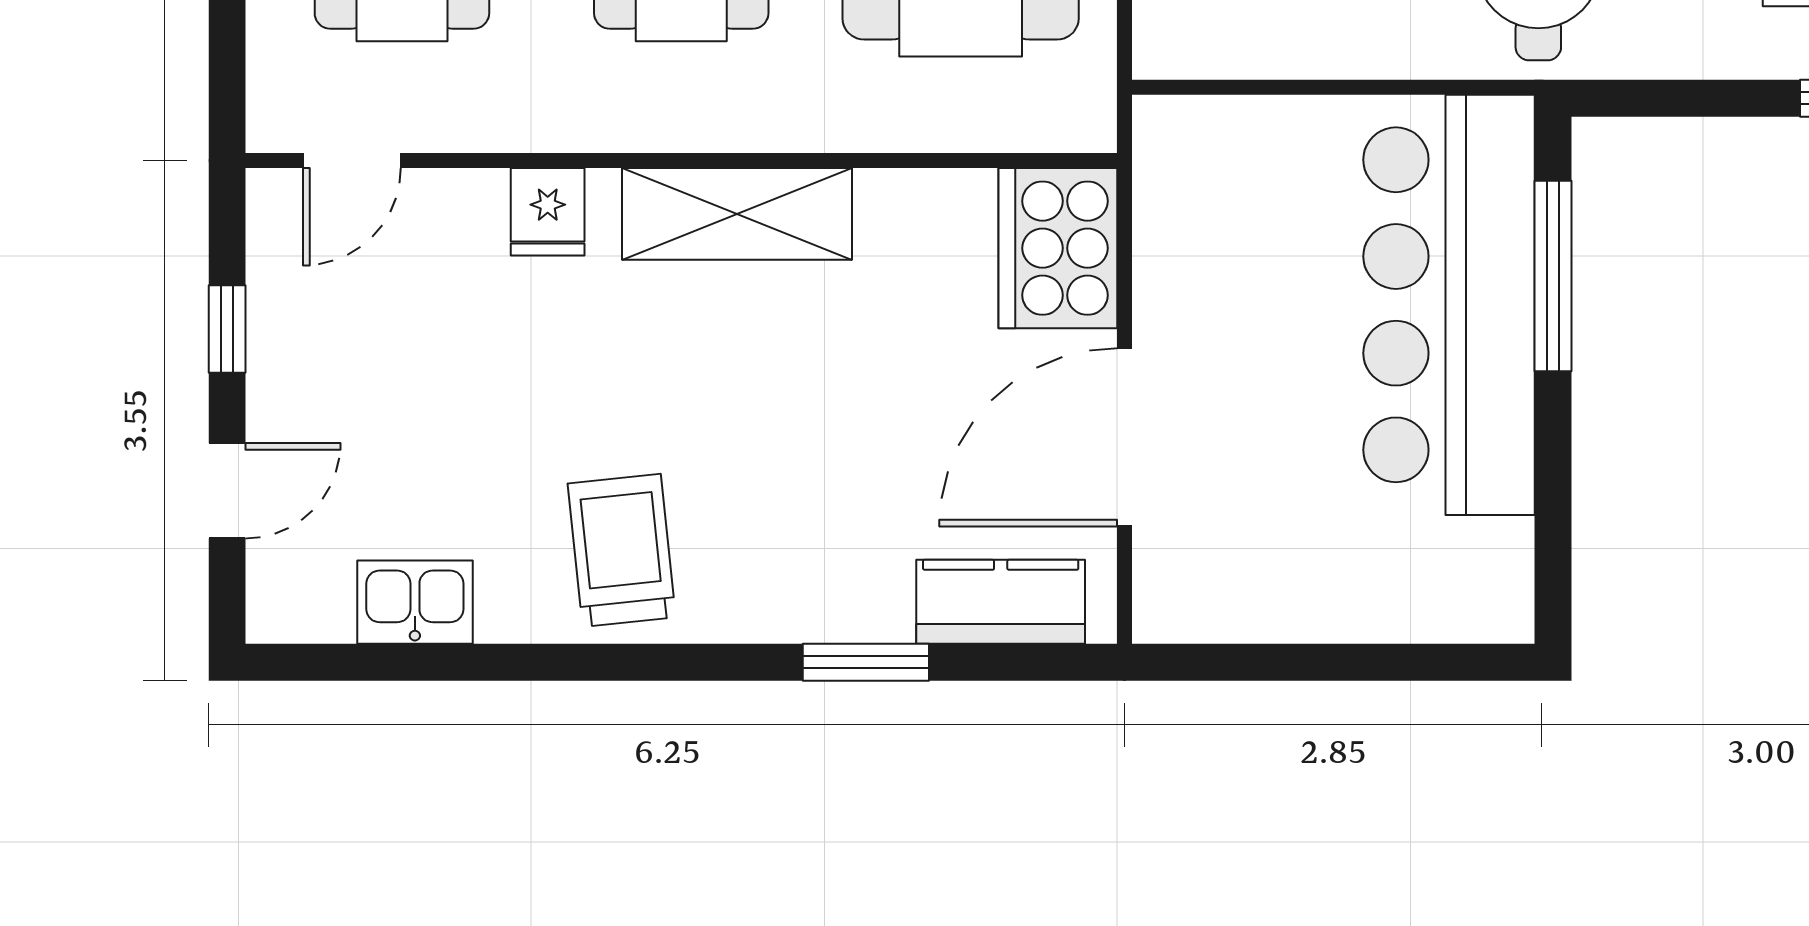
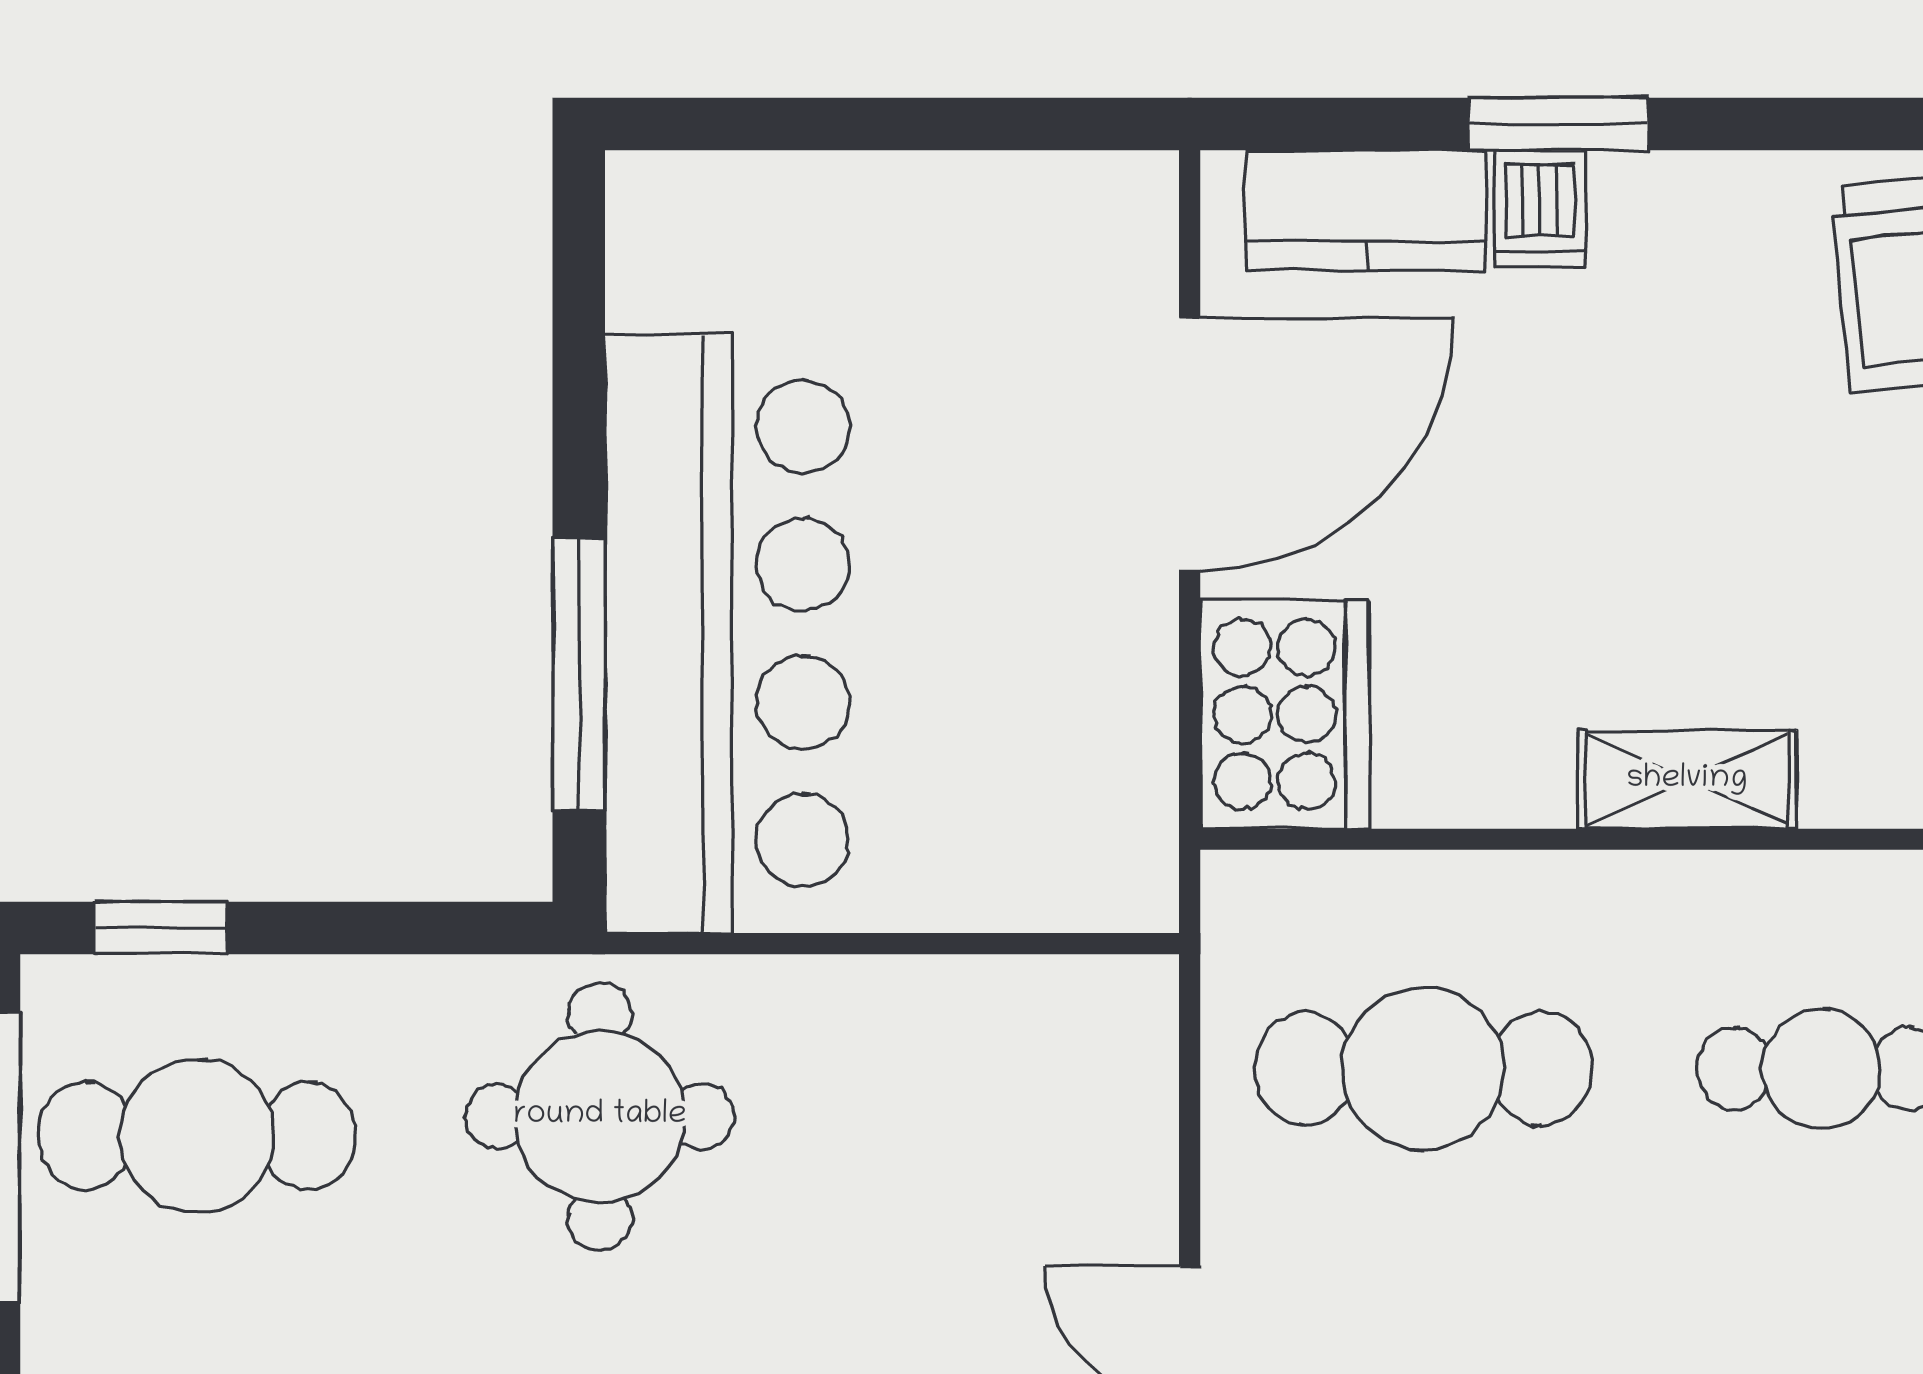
shelving: (737, 214) -> (1687, 780), width x0.67, depth x0.75
dishwasher: (879, 603) -> (1540, 208), added

